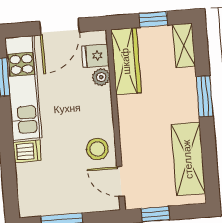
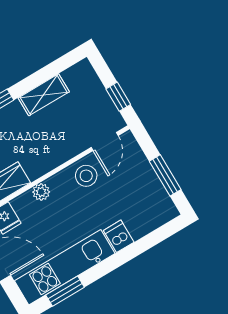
plant: (101, 77) -> (41, 192), moved
shelving: (188, 159) -> (44, 95), width x0.67, depth x0.75

